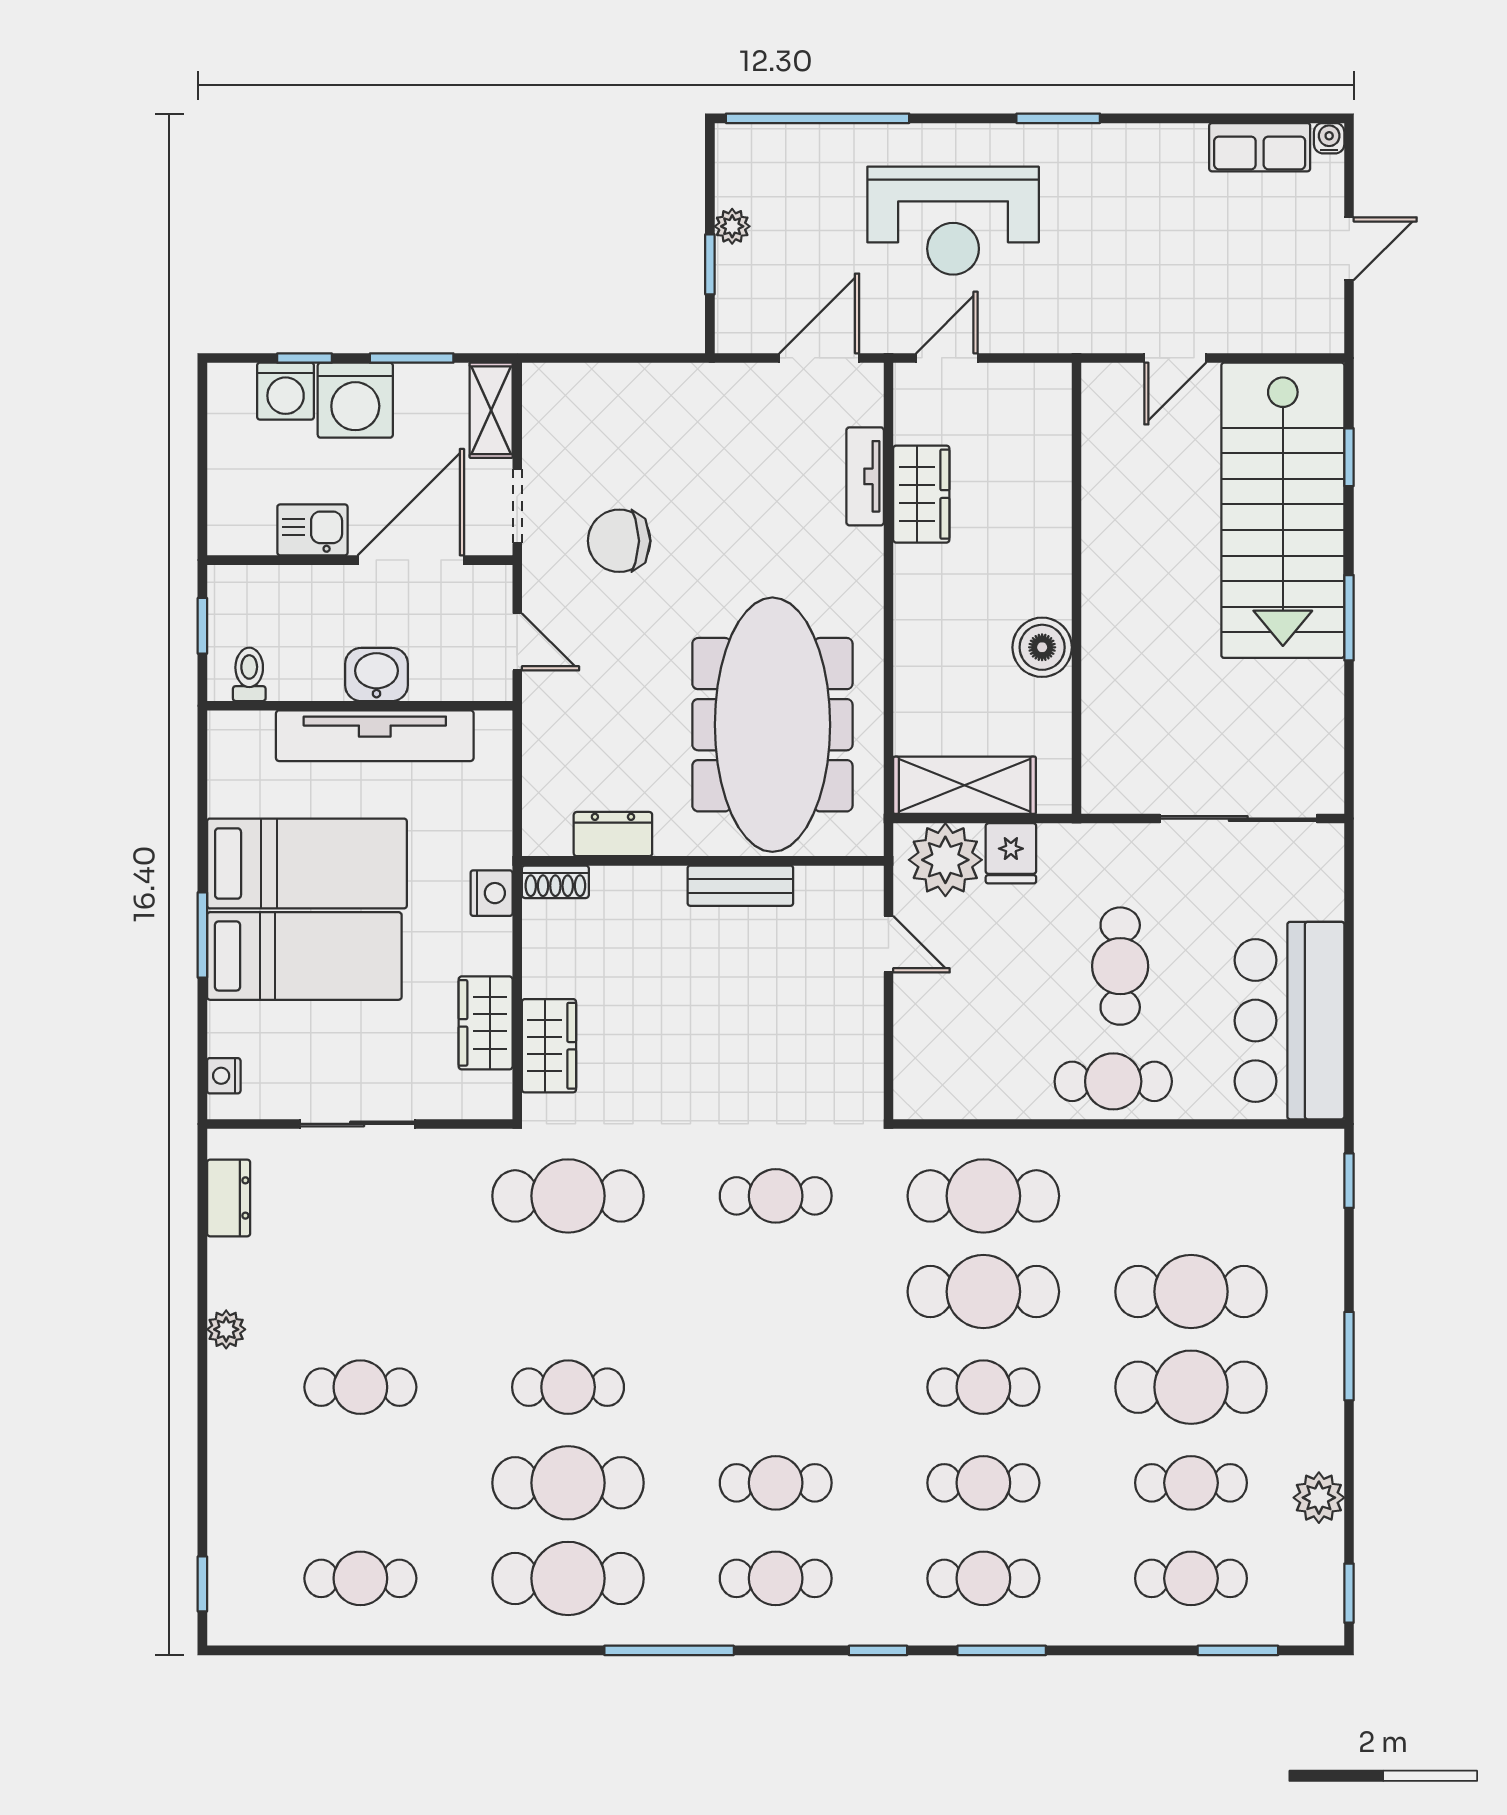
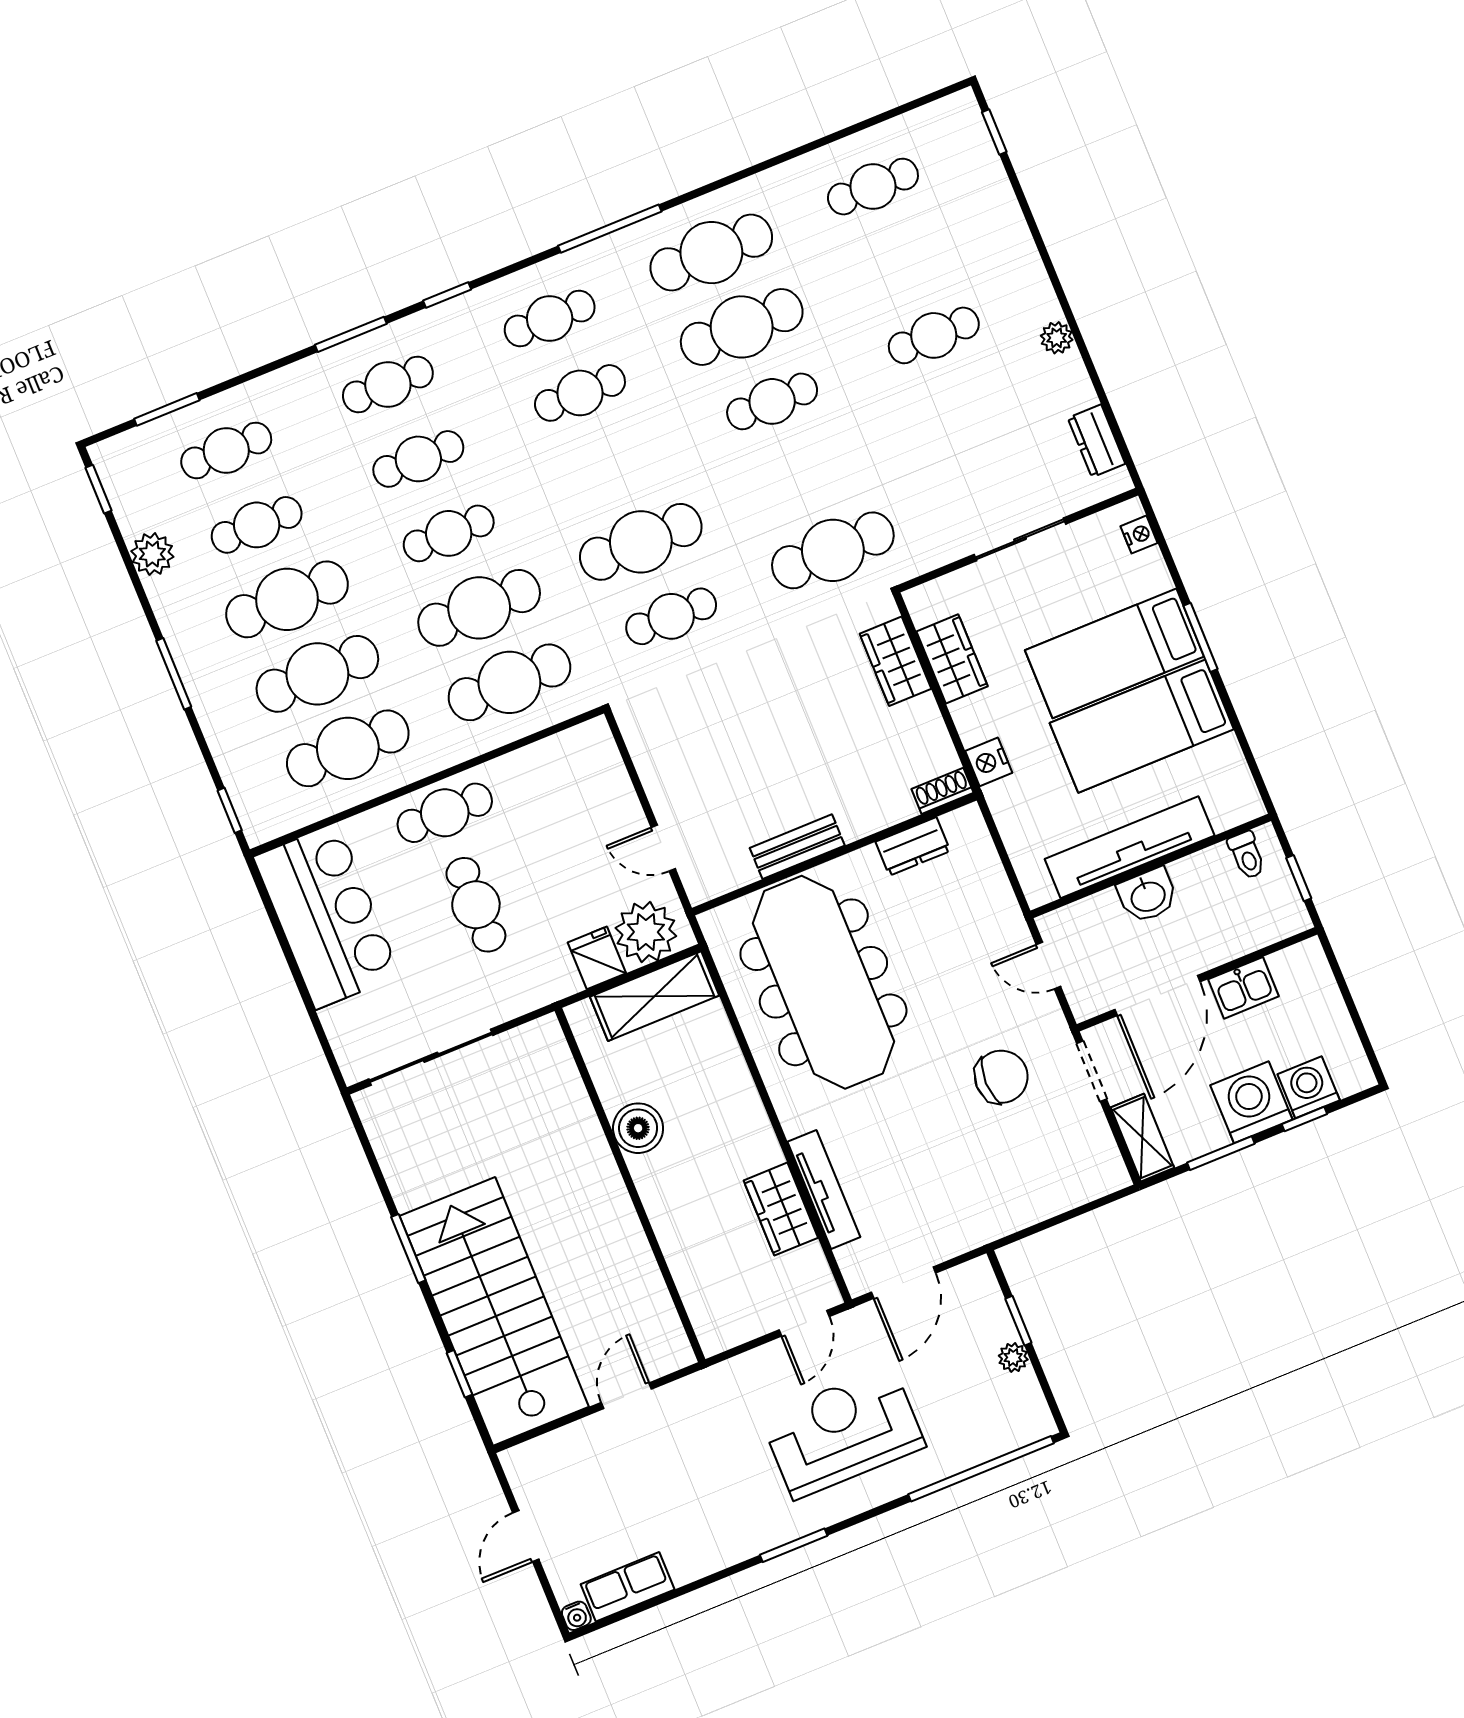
tv unit: (865, 476) -> (824, 1189), width x1.41
cafe table: (1191, 1196) -> (348, 748), added
cafe table: (776, 1292) -> (641, 542), added

